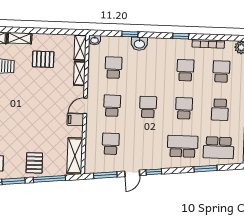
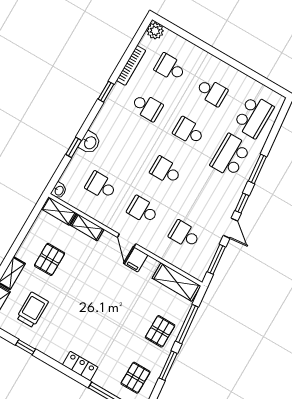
school desk: (185, 70) -> (147, 107), turned 180
pallet: (34, 163) -> (160, 331), turned 90
window: (206, 169) -> (257, 169), moved

